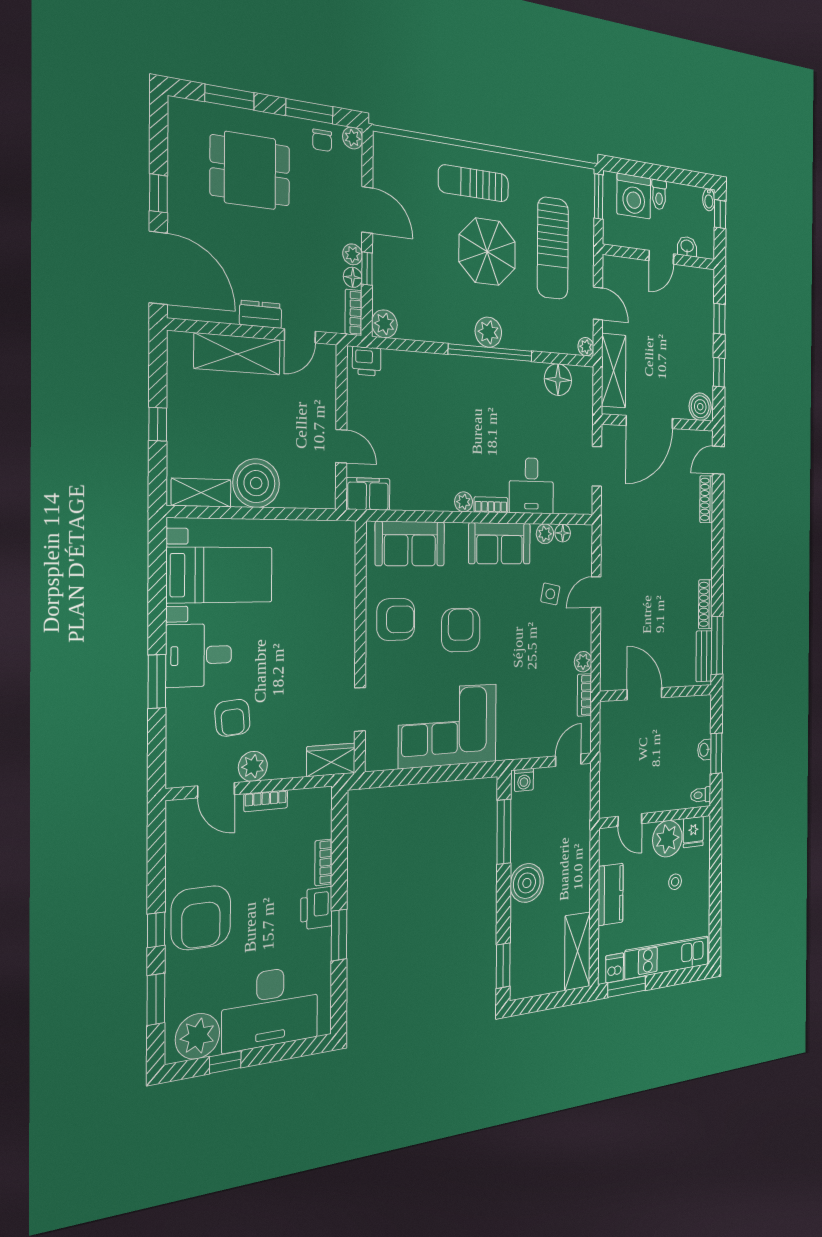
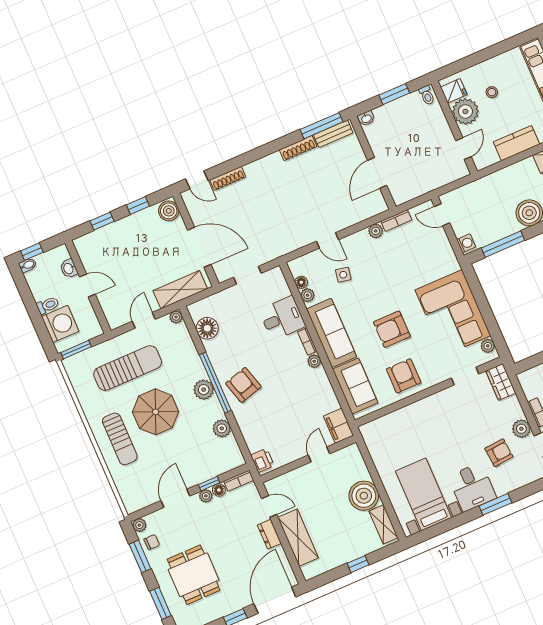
plant: (384, 324) -> (222, 428), moved
armchair: (473, 389) -> (243, 385), added
sofa: (500, 543) -> (331, 333), width x1.36
washbasin: (704, 750) -> (366, 118), moved
plant: (386, 759) -> (488, 346), added

